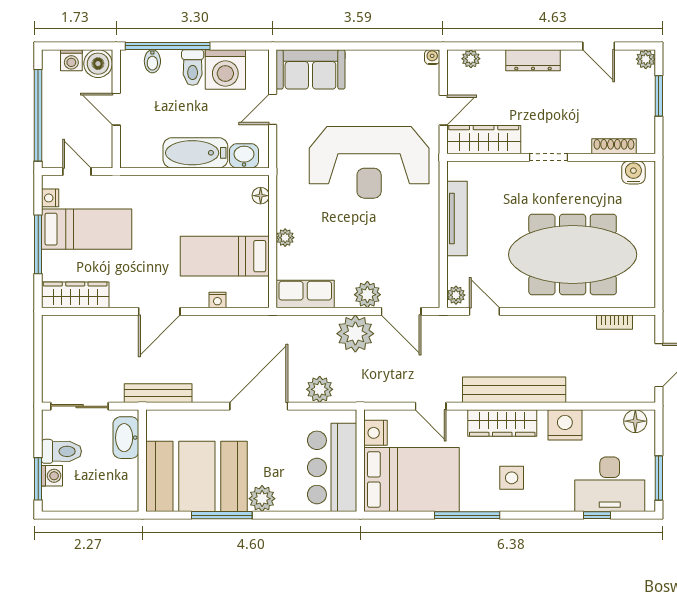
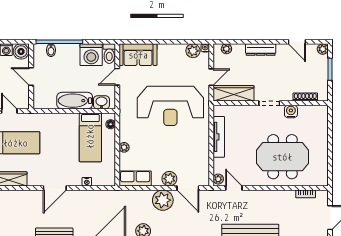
plant: (410, 62) -> (193, 51), added
toilet: (193, 68) -> (109, 54), moved
water cooler: (633, 172) -> (291, 111), moved
meeting table: (573, 255) -> (282, 157), width x0.73
bed: (225, 256) -> (90, 137), moved, turned -90

